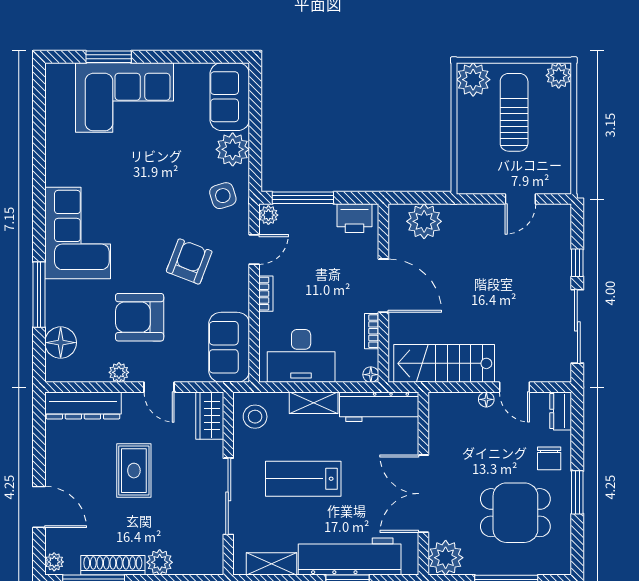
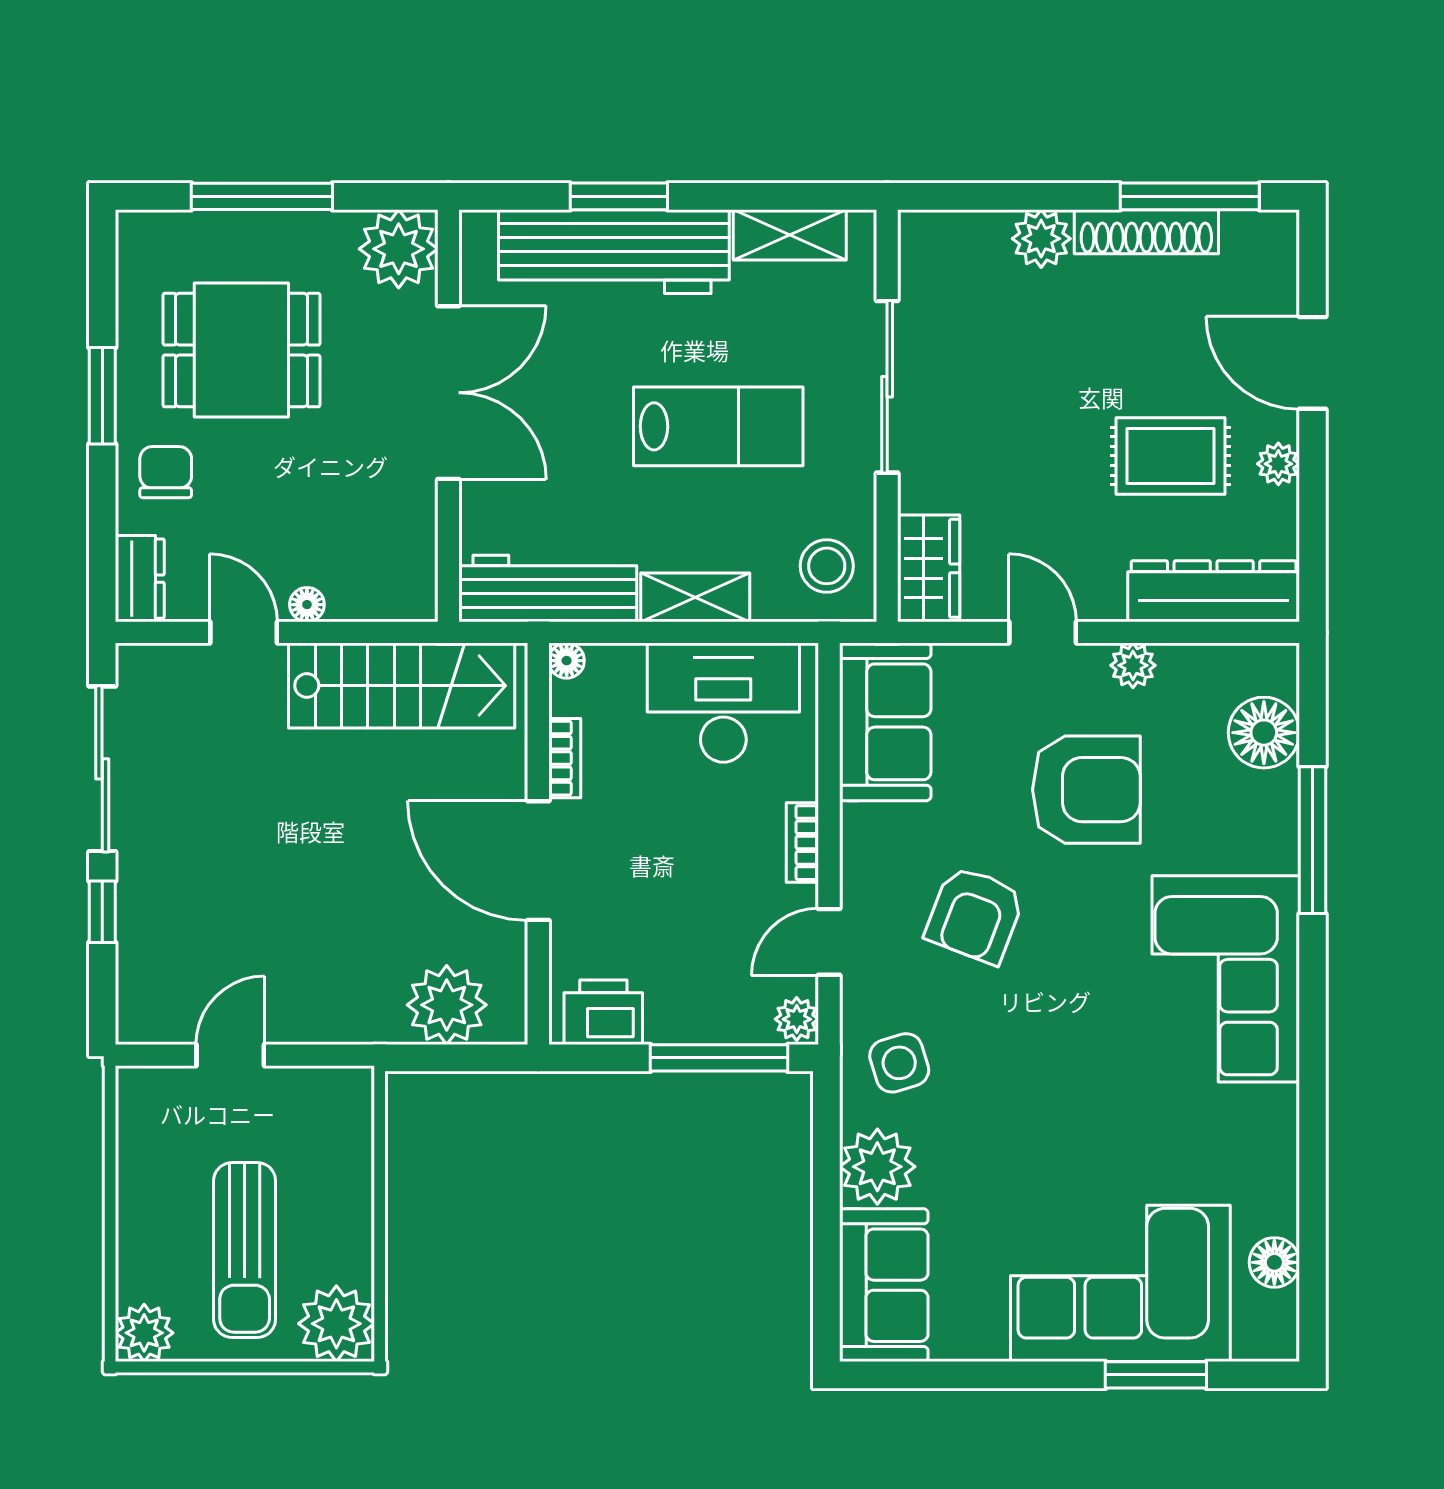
floor lamp: (56, 107) -> (1274, 1262), added
rug: (134, 471) -> (1171, 456), moved, turned 90
plant: (54, 562) -> (1278, 464), moved

